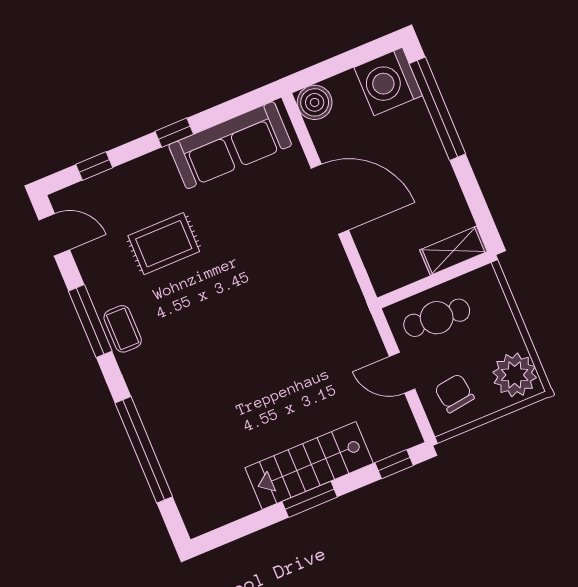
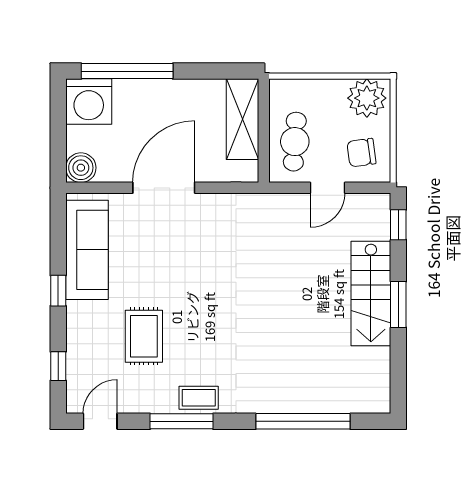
shelving: (453, 251) -> (243, 119), width x1.50, depth x1.33

